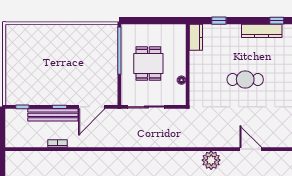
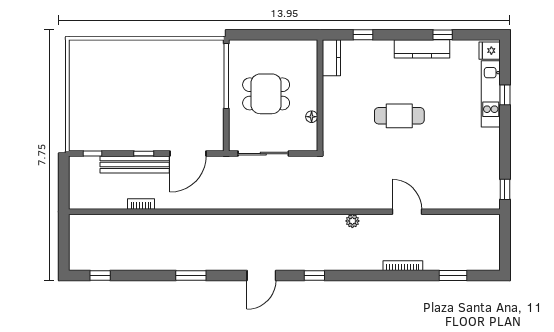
dining table: (148, 64) -> (266, 94), turned 90
plant: (211, 160) -> (352, 221), width x0.53, depth x0.53

